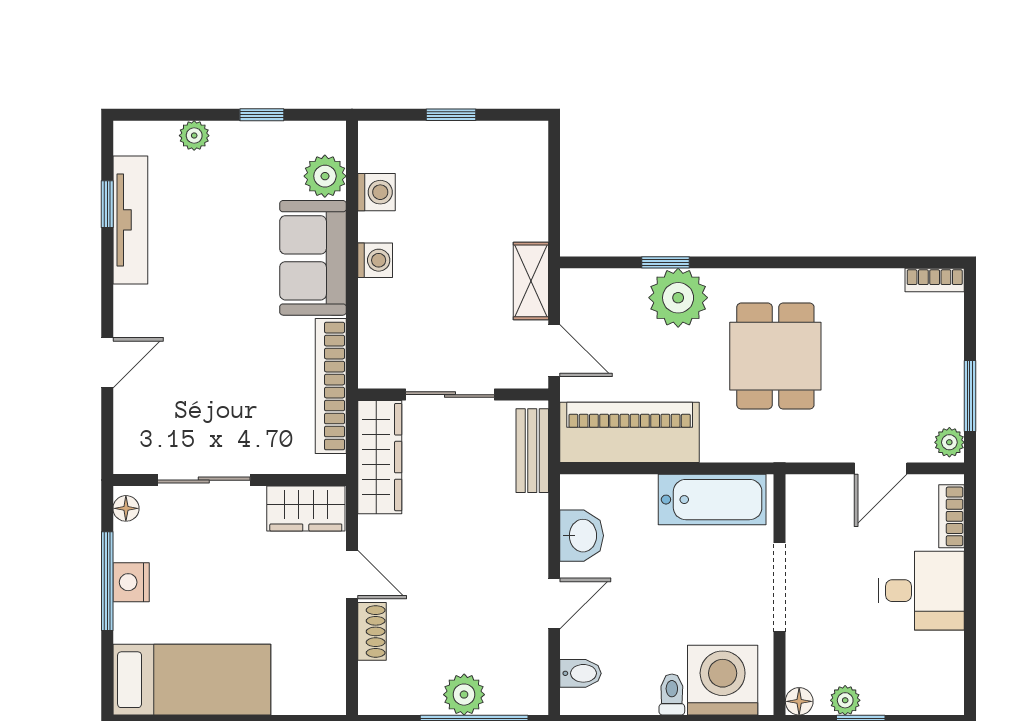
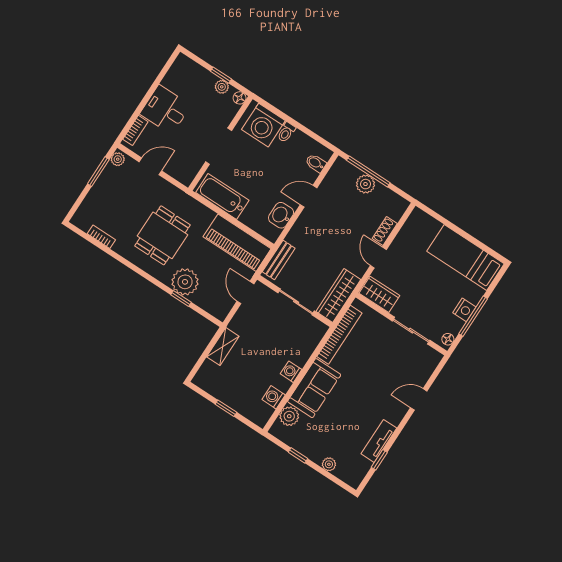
tv unit: (130, 220) -> (379, 441), width x0.71
bookcase: (935, 280) -> (101, 237), moved
shelving: (531, 281) -> (223, 347), moved

